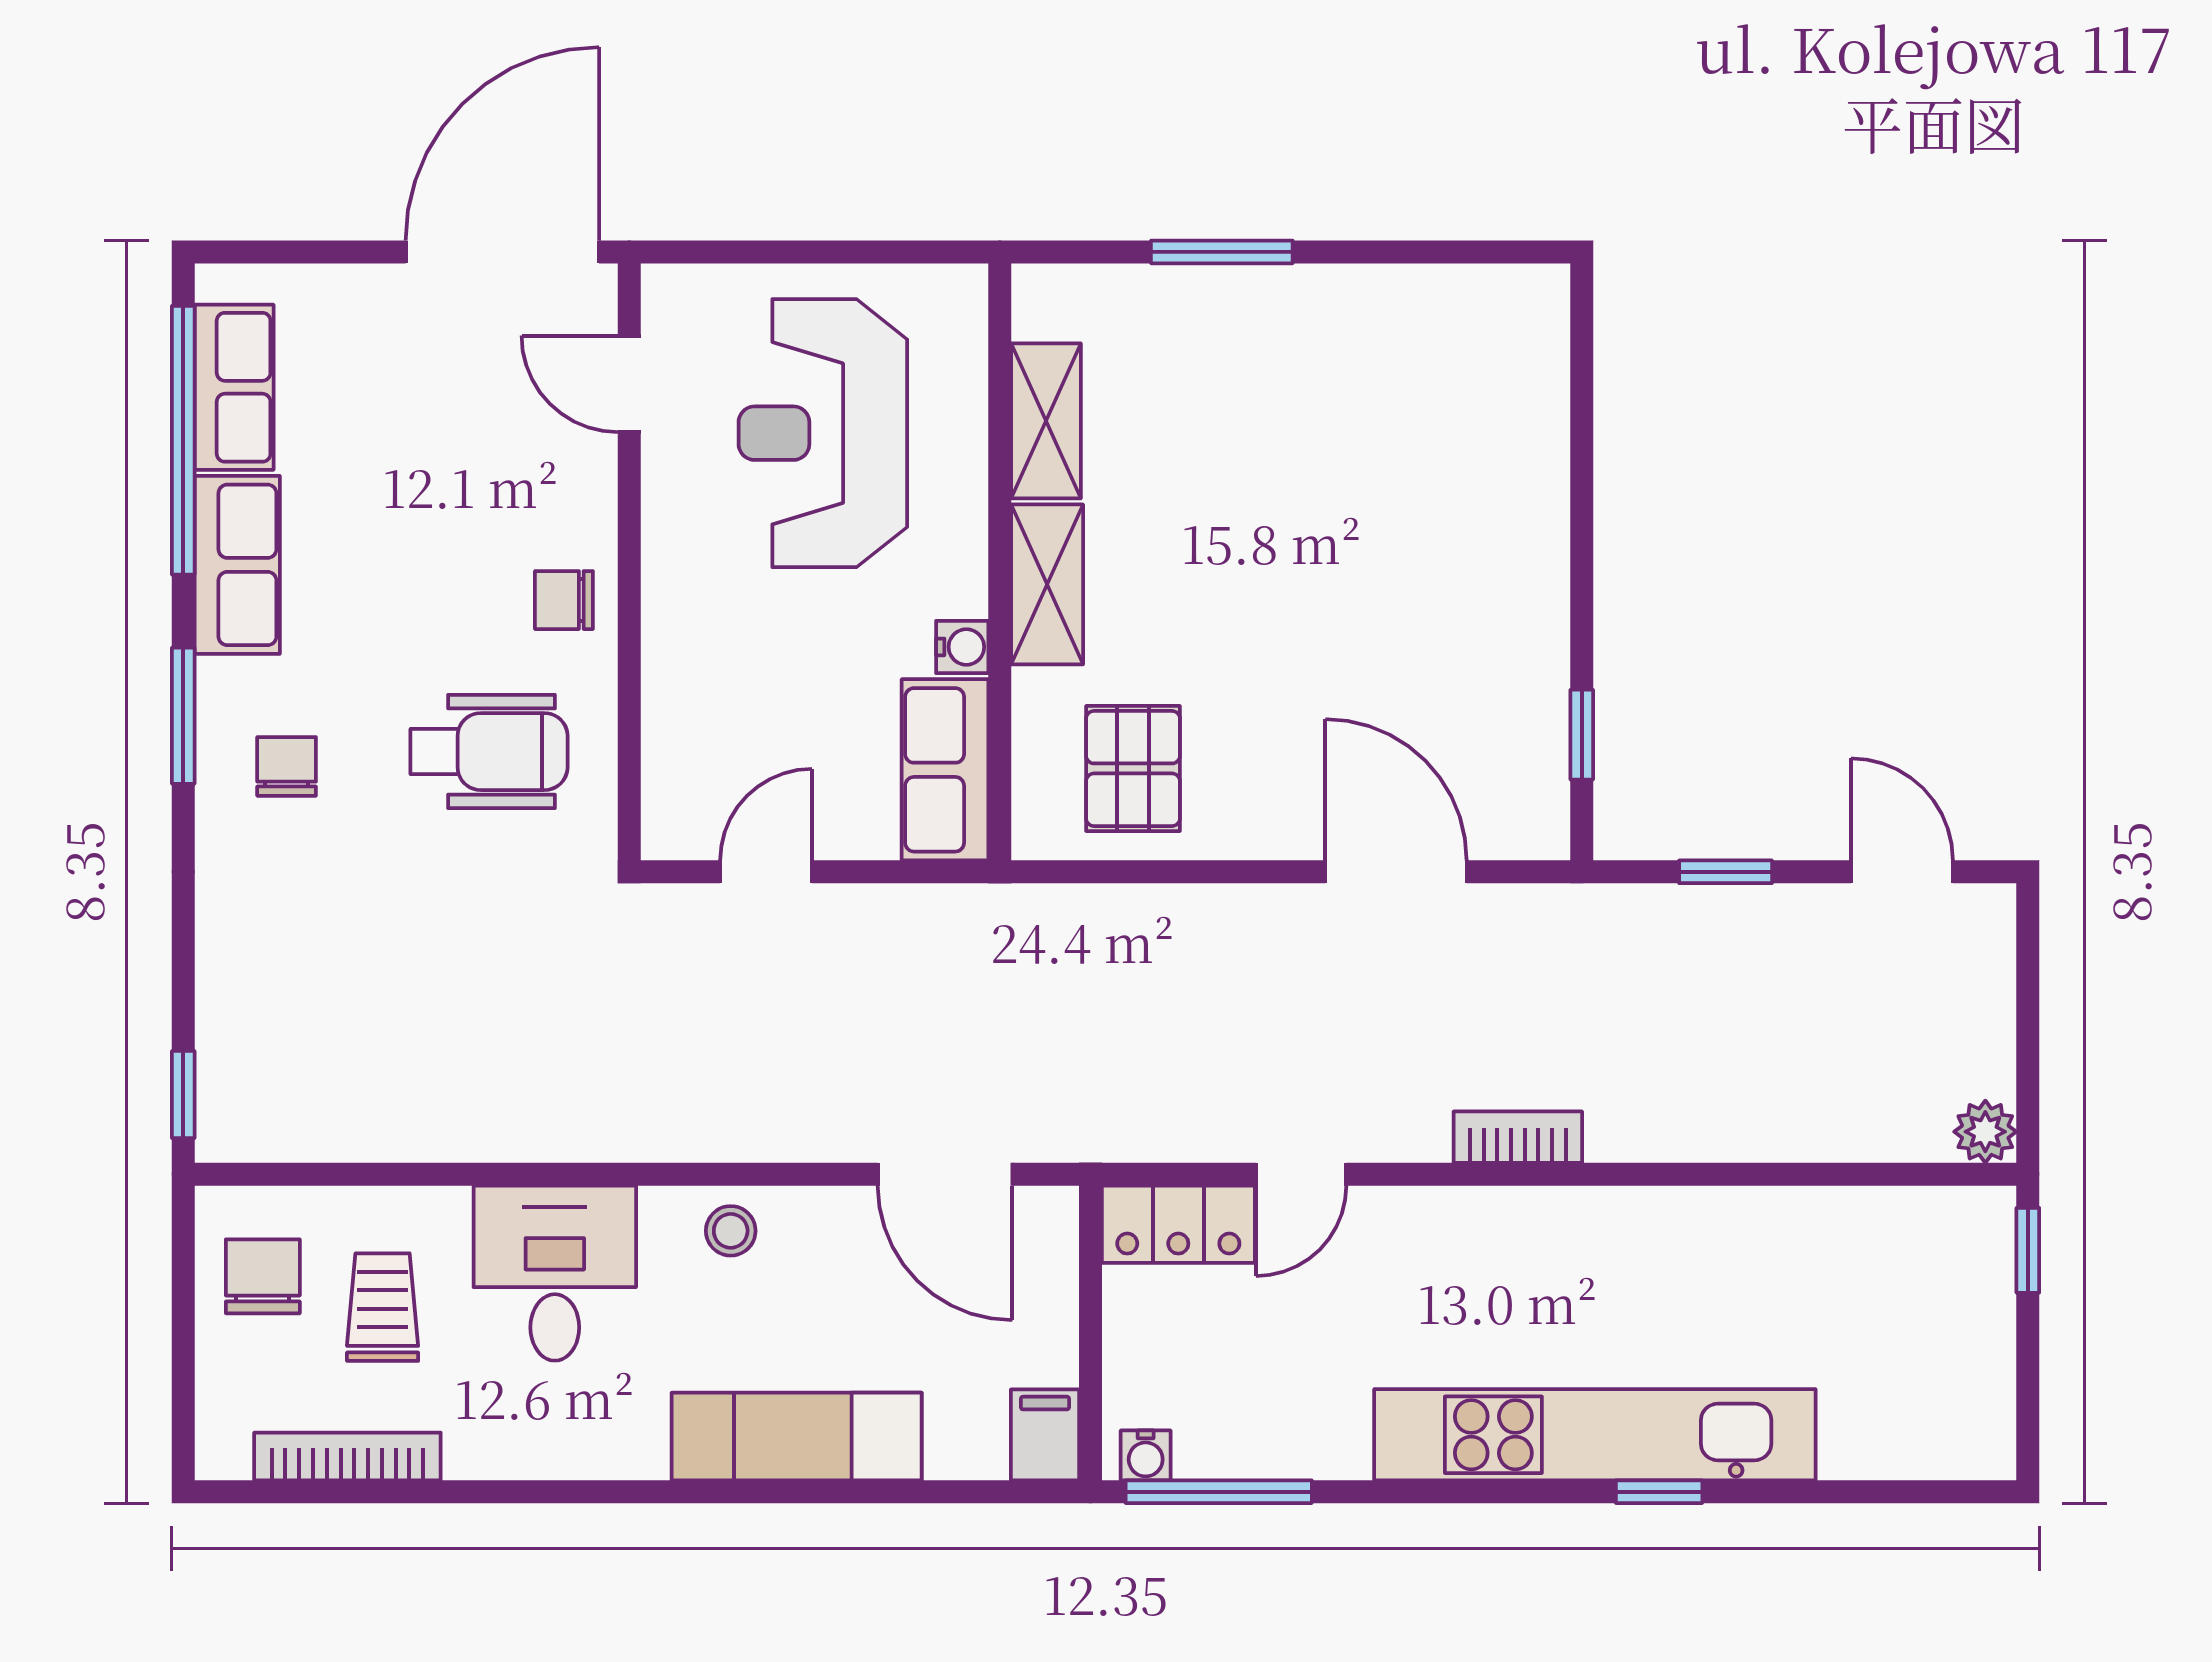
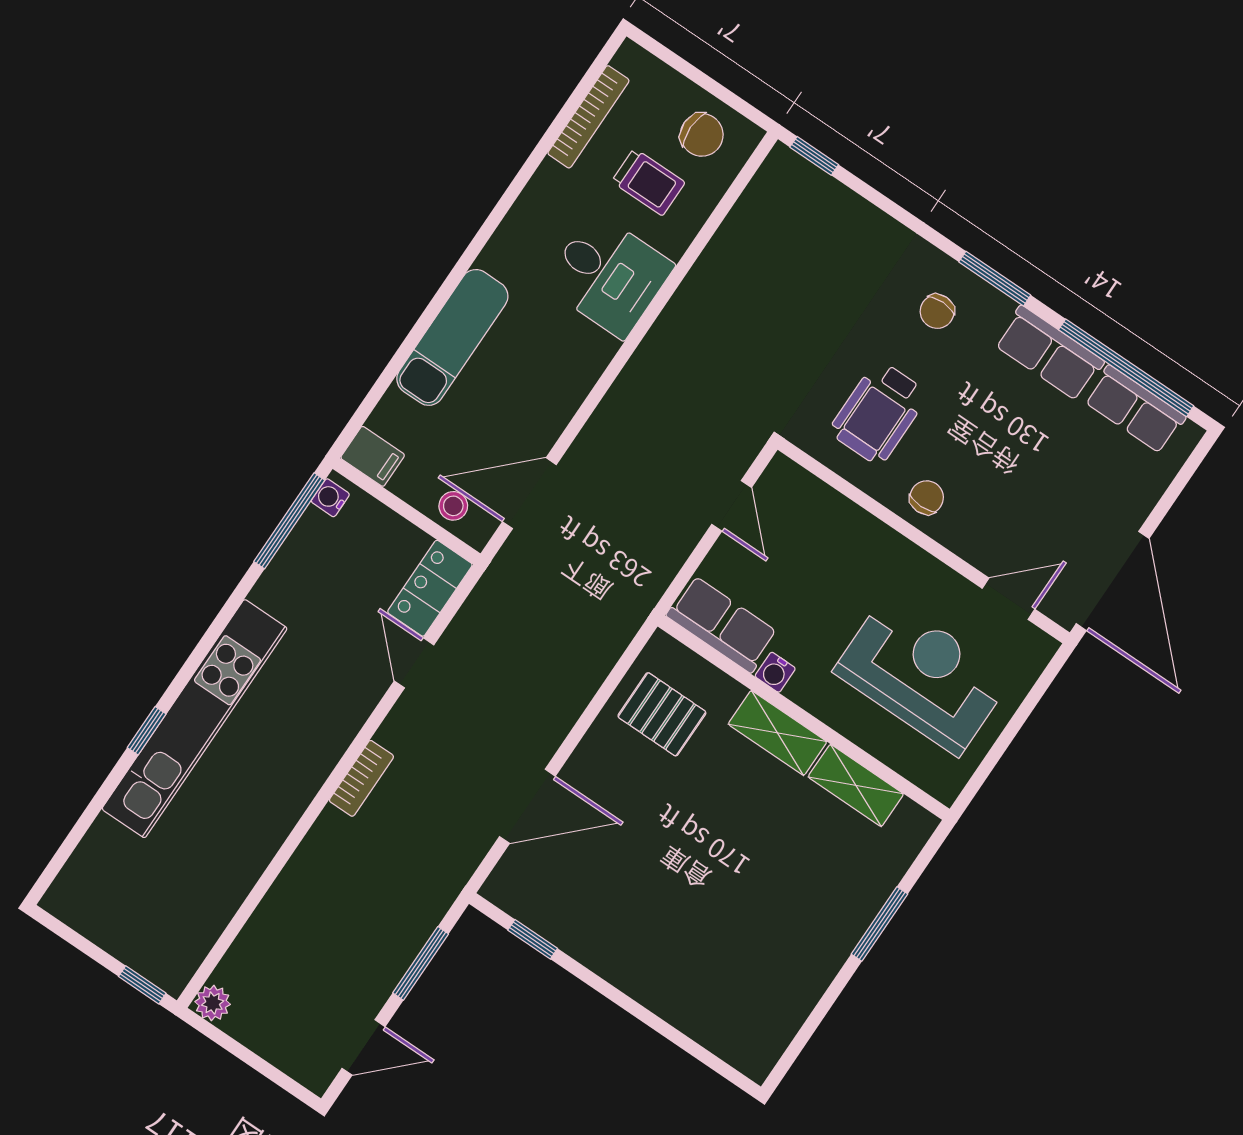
chair: (287, 766) -> (937, 311), turned 90
window: (1726, 872) -> (421, 963), width x1.50
stool: (731, 1231) -> (453, 506), moved

